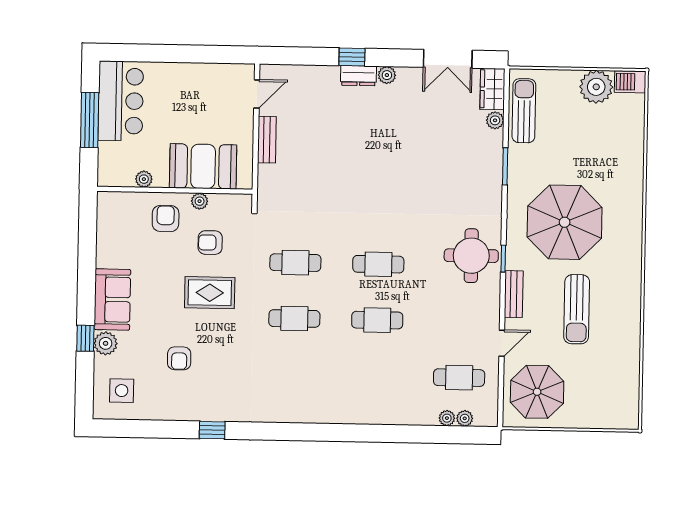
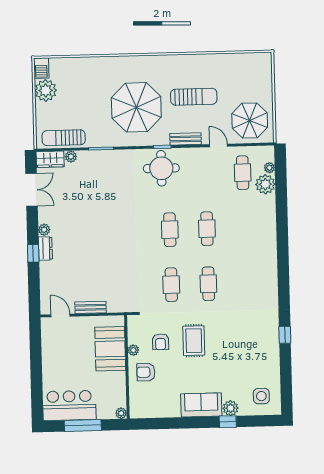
plant: (144, 179) -> (121, 413), moved
armchair: (179, 358) -> (238, 359), removed
plant: (447, 418) -> (265, 184), width x1.88, depth x1.88

